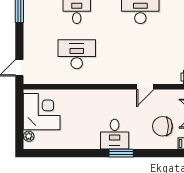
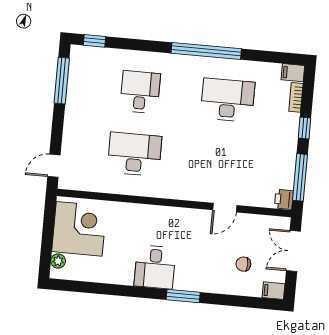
chair: (162, 126) -> (243, 264), width x0.54, depth x0.54
desk: (115, 134) -> (155, 267), moved

